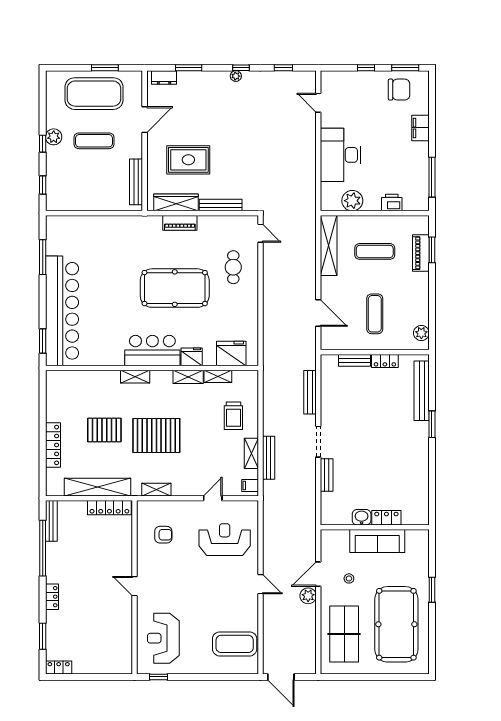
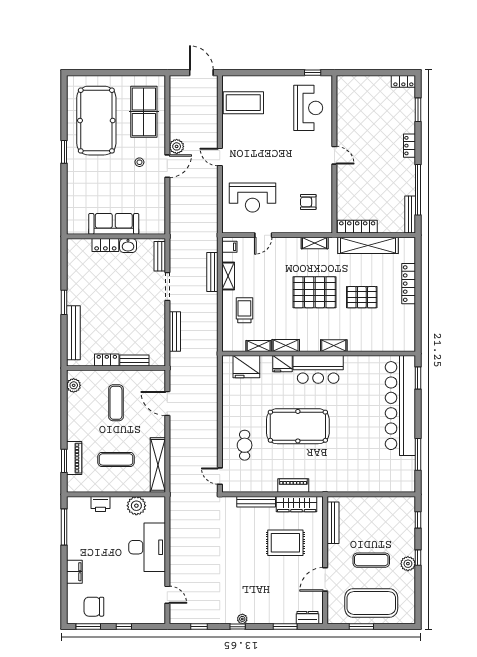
washbasin: (362, 517) -> (128, 246), moved
locker: (386, 518) -> (105, 245), moved
wall: (375, 527) -> (116, 236), moved
sofa: (377, 541) -> (114, 224), moved

